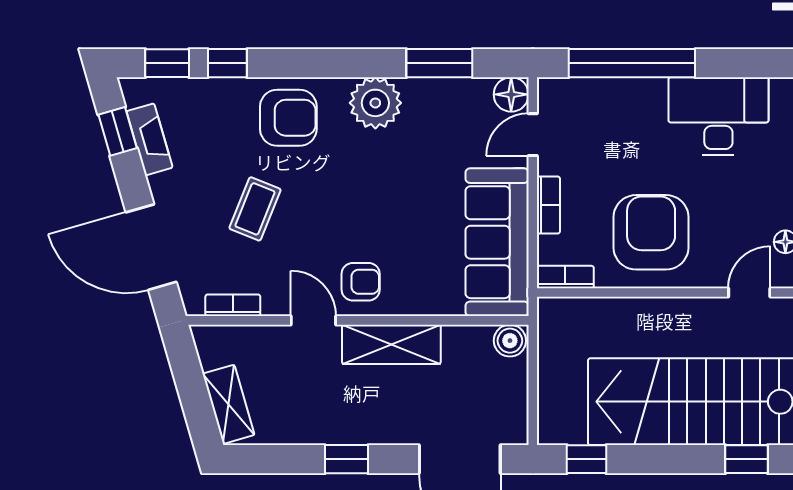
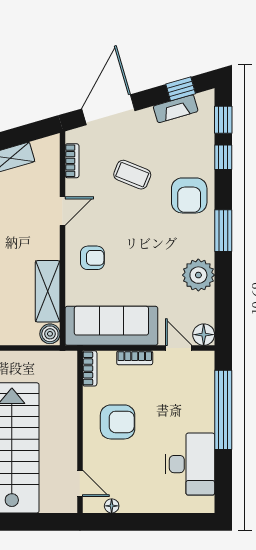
window: (439, 63) -> (223, 231), moved
plant: (375, 103) -> (198, 275), moved
armchair: (651, 232) -> (118, 422), width x0.73, depth x0.73
armchair: (361, 282) -> (92, 258), moved, turned -90
shelving: (391, 344) -> (48, 291), moved

